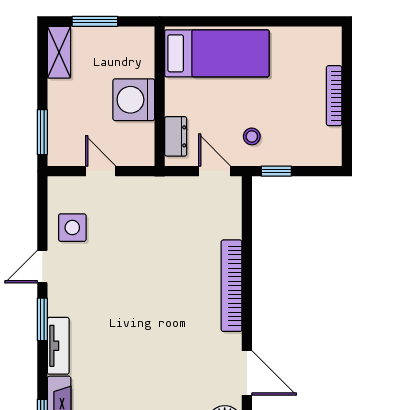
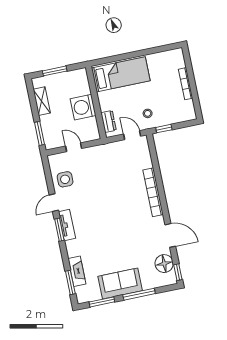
shelving: (59, 52) -> (42, 101), moved
tv unit: (58, 346) -> (67, 225), moved

